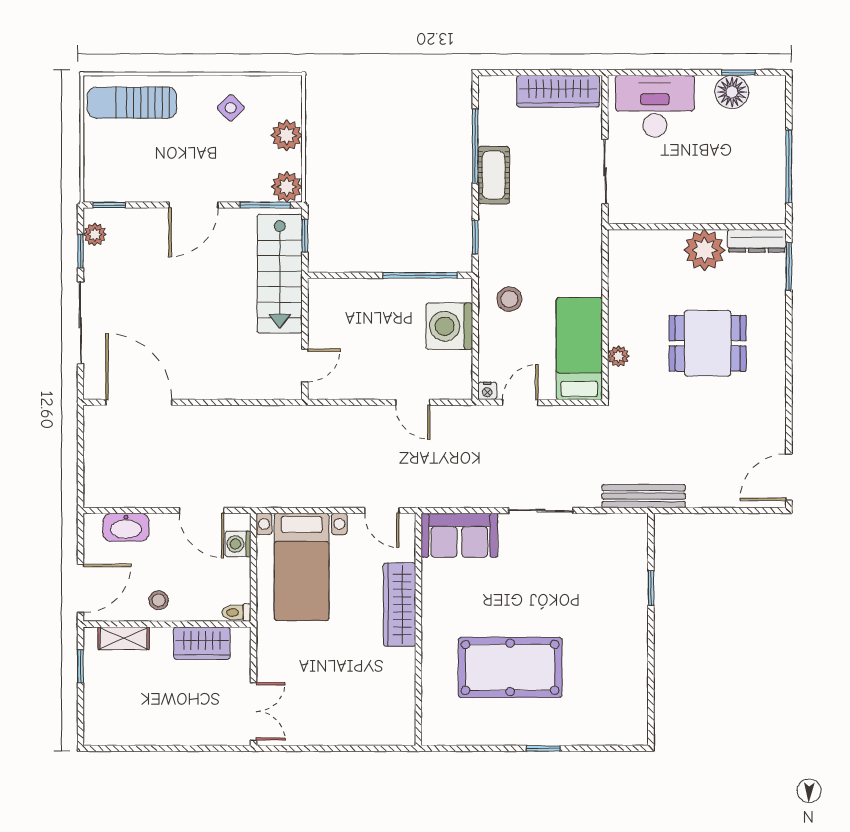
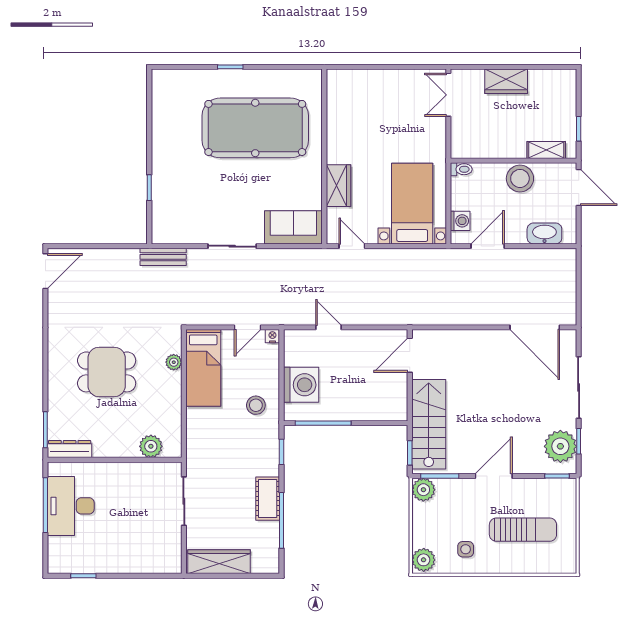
floor lamp: (732, 92) -> (88, 561), removed
sun lounger: (132, 103) -> (523, 530), moved
desk: (655, 106) -> (71, 506), moved, turned 90
side table: (231, 108) -> (466, 549), turned 45
plant: (287, 135) -> (424, 560), moved
plant: (95, 234) -> (560, 446), width x1.87, depth x1.87
plant: (704, 250) -> (151, 446), moved, width x0.73, depth x0.73
door: (305, 365) -> (410, 355), width x1.38
bench: (644, 496) -> (163, 257), width x0.73
door: (202, 511) -> (488, 246), hinge flipped
door: (81, 588) -> (579, 187), swing flipped
stool: (159, 600) -> (520, 178), width x1.89, depth x1.89
wardrobe: (400, 605) -> (338, 186), width x0.67
wardrobe: (202, 643) -> (506, 81), moved, turned 180
pool table: (510, 667) -> (255, 128), width x1.36, depth x1.32

